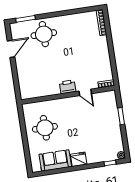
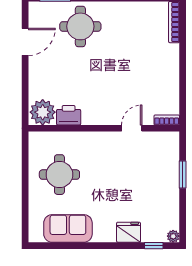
printer: (68, 87) -> (69, 115), moved
plant: (29, 91) -> (43, 112), added
door: (85, 92) -> (132, 128), swing flipped
fridge: (79, 159) -> (129, 232), moved

